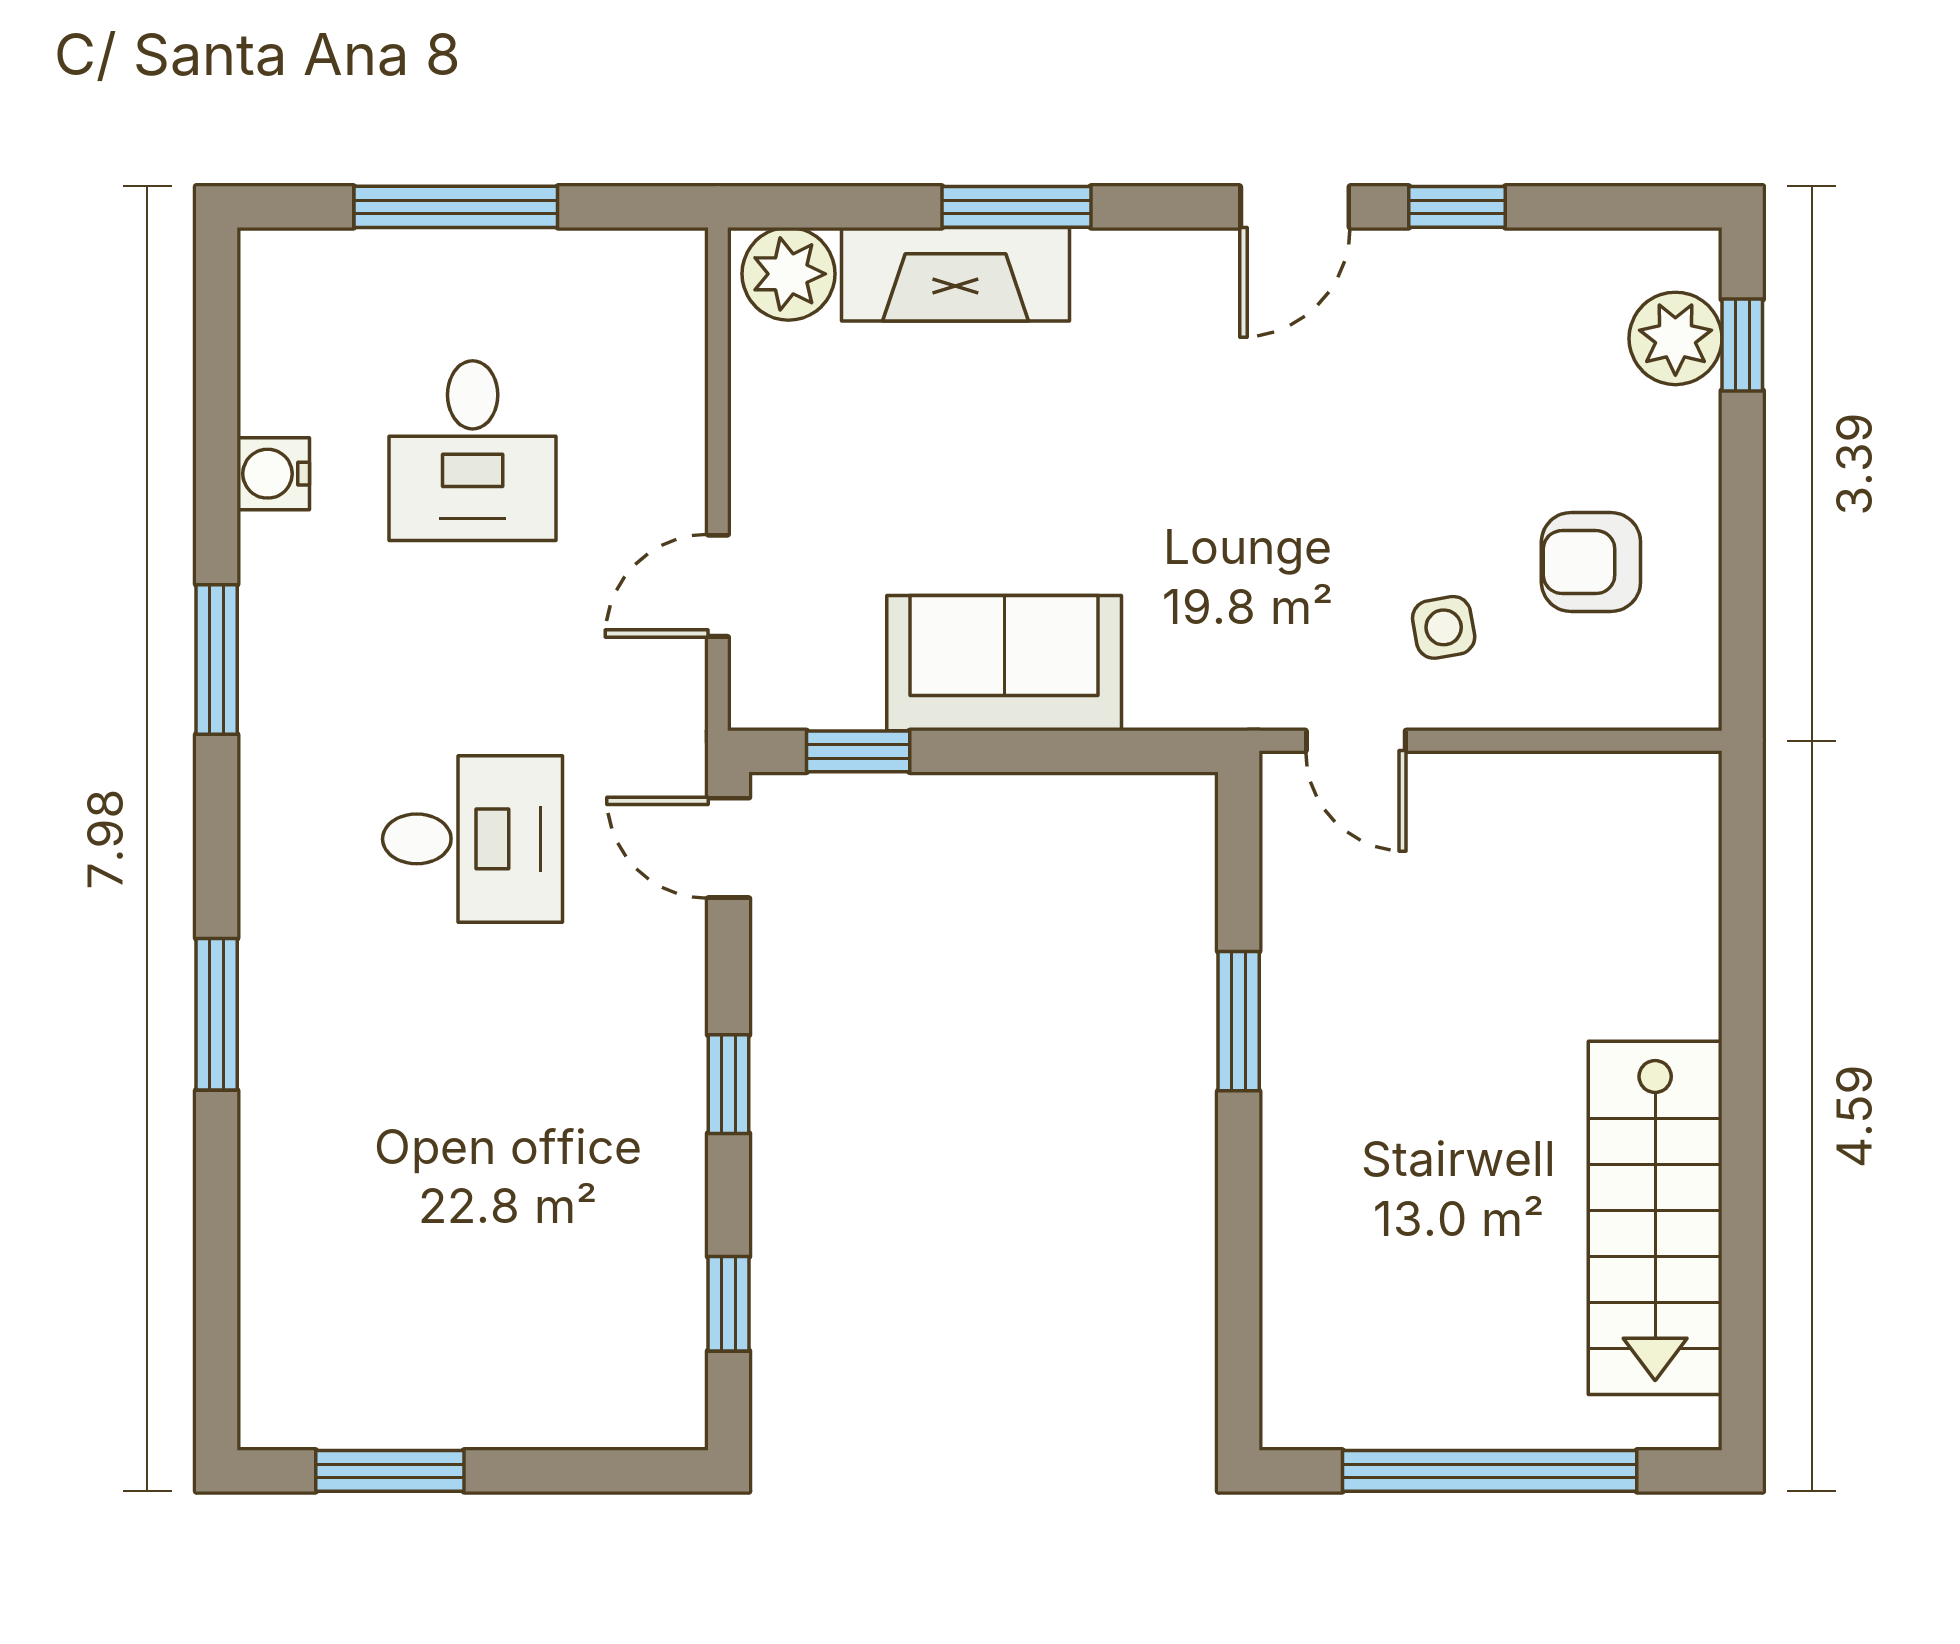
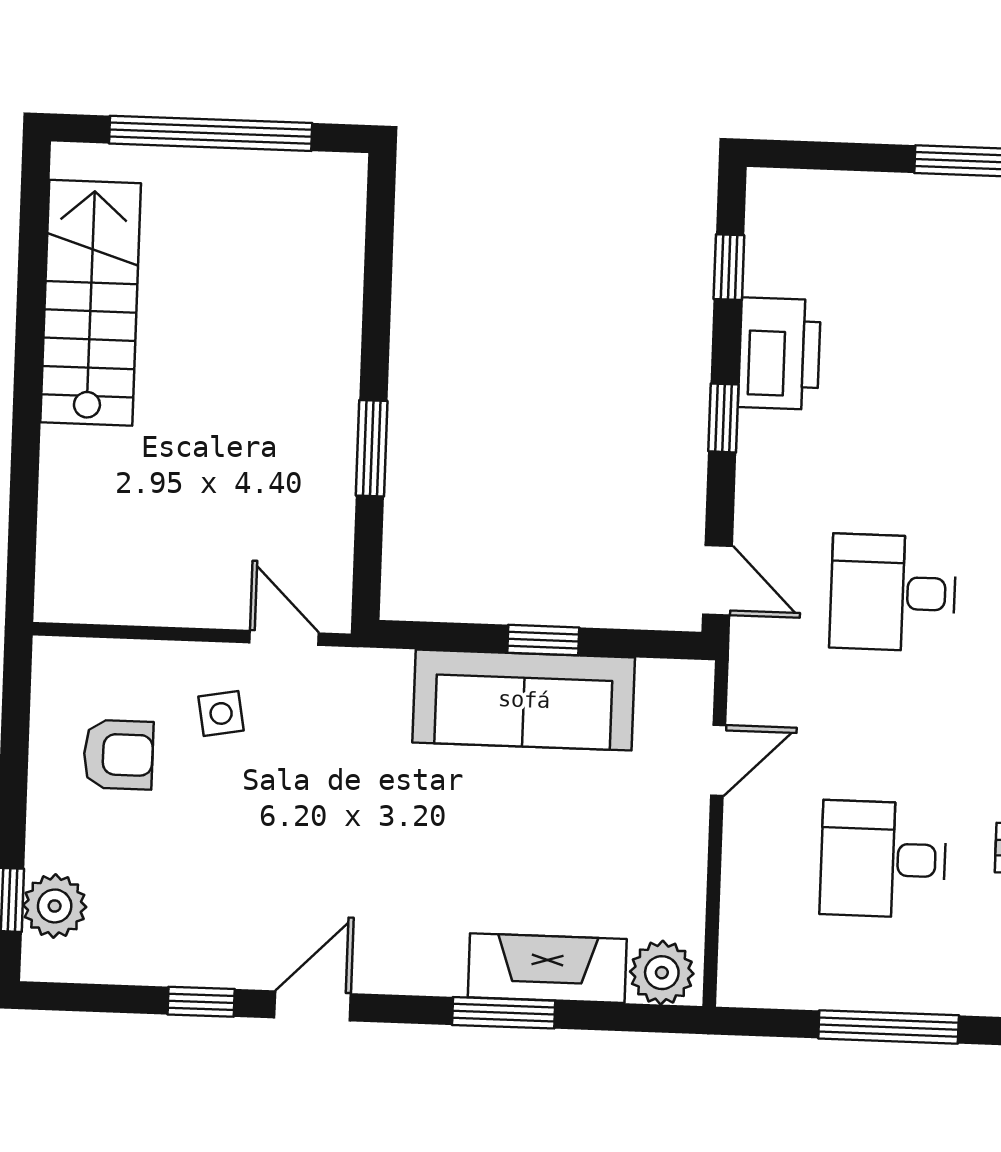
desk: (473, 451) -> (883, 859), turned -90
sofa: (1004, 663) -> (524, 700), width x1.36
window: (858, 751) -> (543, 640), moved
printer: (650, 1181) -> (779, 354), added

